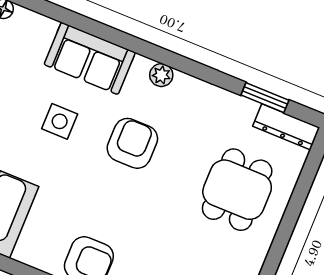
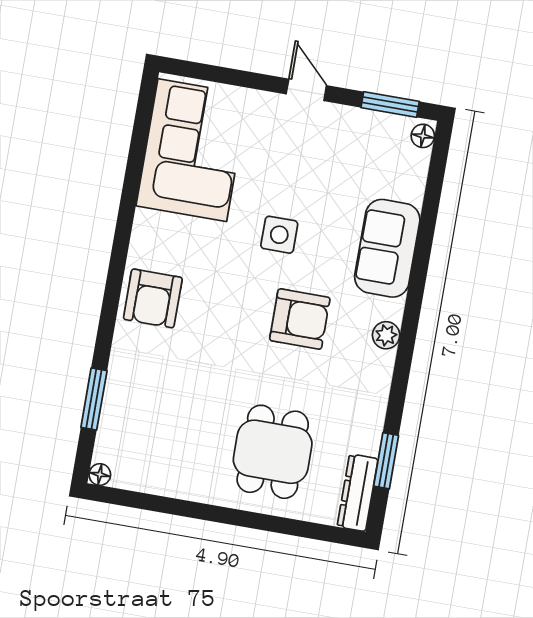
side table: (60, 121) -> (279, 235), moved
dining table: (237, 190) -> (273, 452), turned 90

